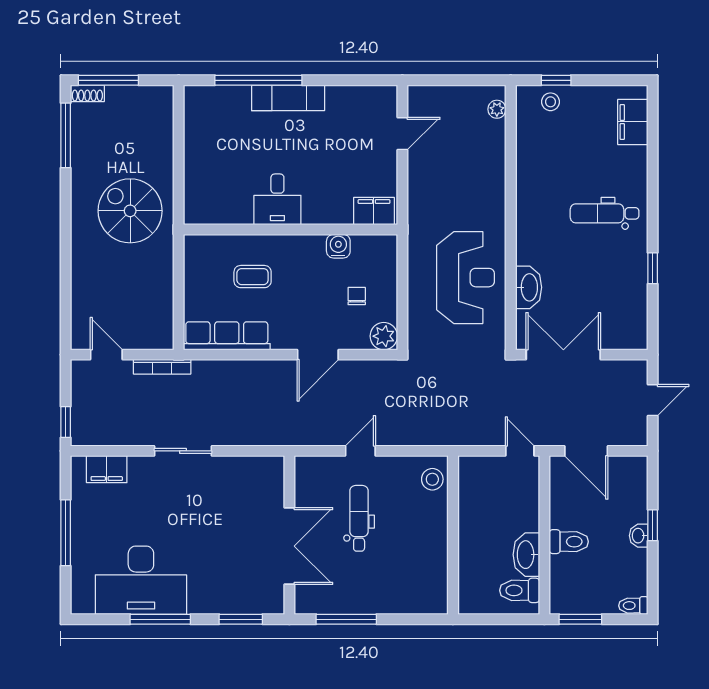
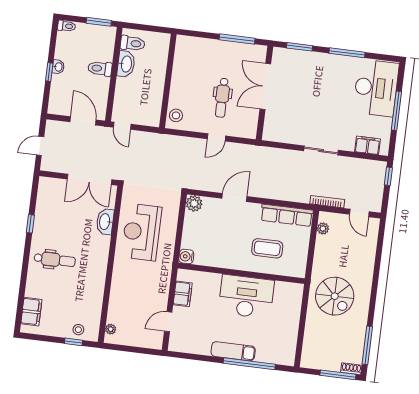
desk: (277, 199) -> (246, 297), width x1.87, depth x1.30
filing cabinet: (374, 211) -> (183, 294), moved, turned -90
water cooler: (338, 246) -> (186, 256), moved, turned 90
coffee table: (253, 277) -> (267, 248), width x1.36, depth x1.30
chair: (357, 296) -> (207, 229), removed
plant: (164, 321) -> (323, 229), added
desk: (141, 580) -> (376, 88), moved, turned 90

